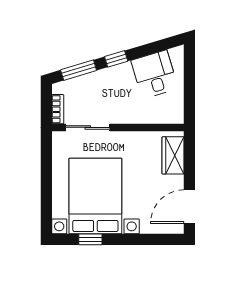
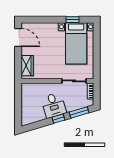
desk: (155, 74) -> (54, 105), moved
bed with nightstands: (95, 196) -> (76, 43), width x0.73
door: (189, 207) -> (18, 38), hinge flipped

